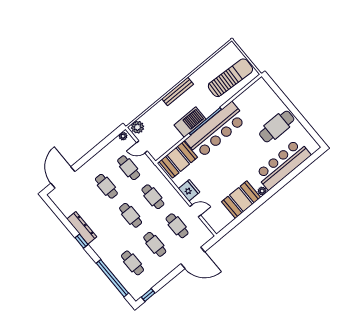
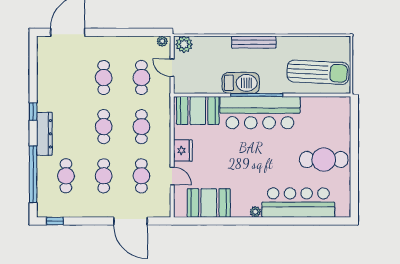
booth: (241, 200) -> (209, 203), moved
dresser: (82, 228) -> (44, 134), moved

